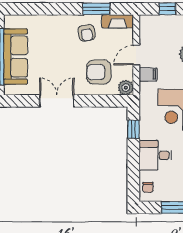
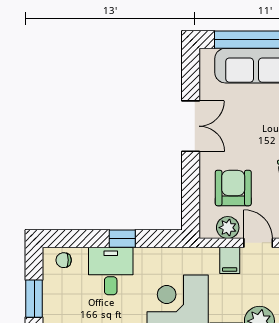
plant: (126, 88) -> (228, 228), moved
window: (133, 129) -> (122, 239), moved

